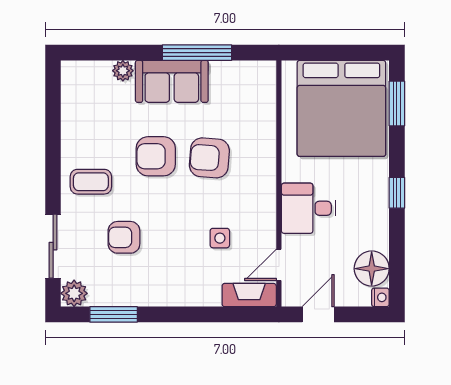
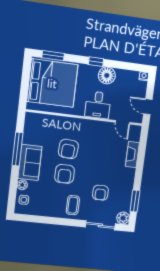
side table: (220, 238) -> (24, 200), moved
floor lamp: (372, 269) -> (107, 75), moved
fireplace: (249, 295) -> (132, 155), moved

